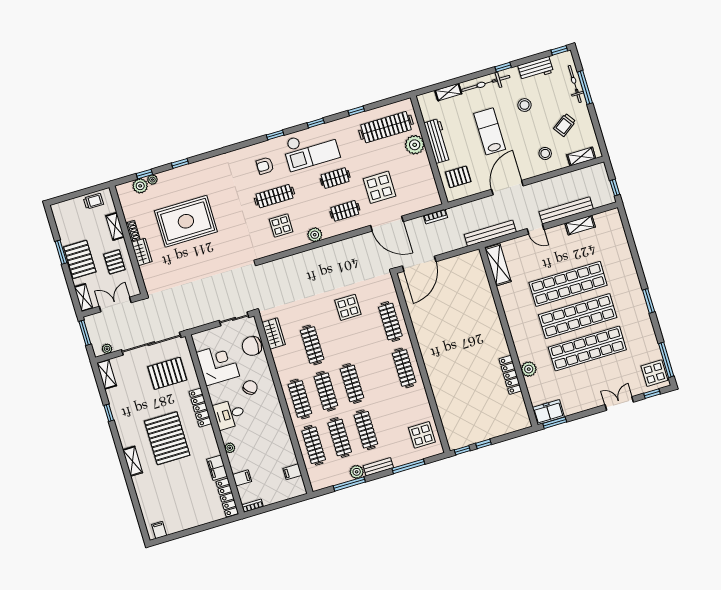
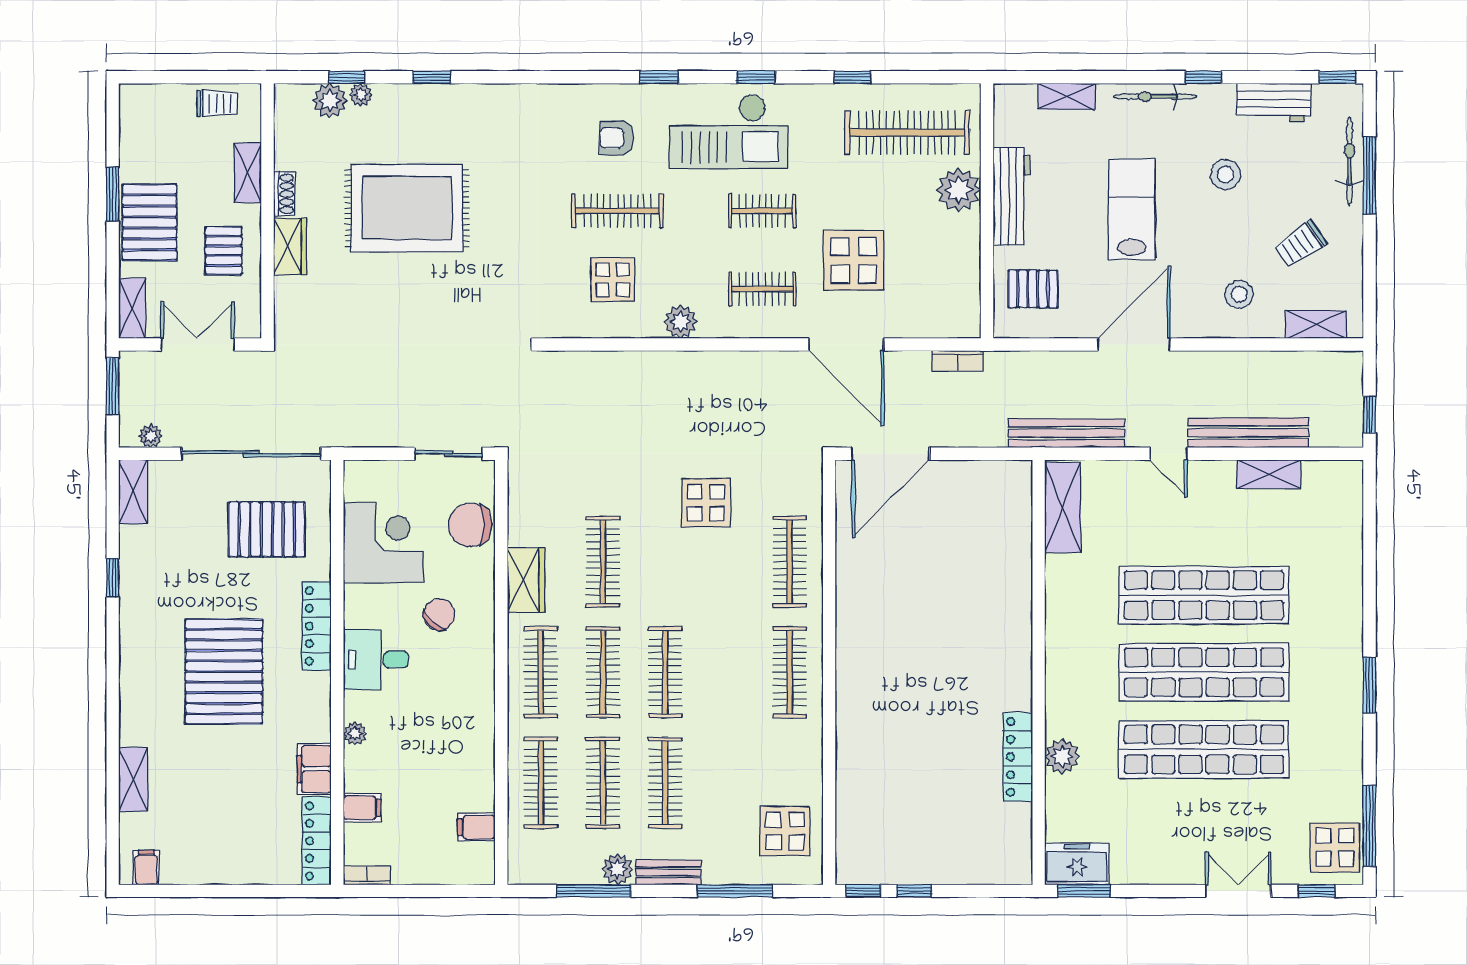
bicycle: (486, 83) -> (1155, 97), width x0.73, depth x0.71
wardrobe: (274, 333) -> (526, 580), moved
shelving: (133, 461) -> (133, 779), moved

